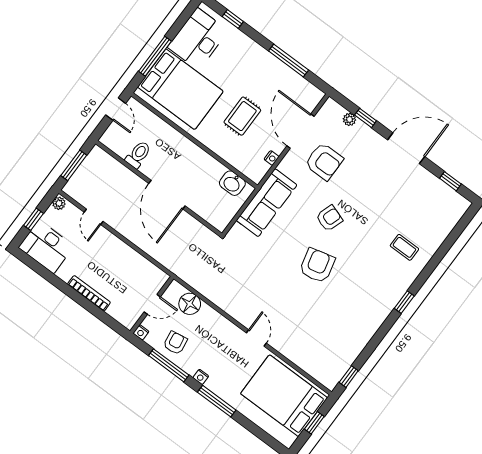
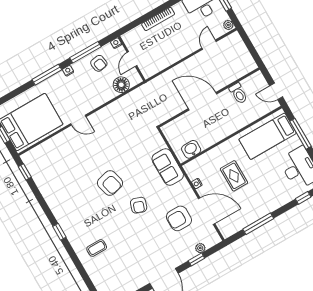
bed: (180, 89) -> (268, 136), width x0.67
window: (74, 165) -> (250, 46), removed
sofa: (267, 203) -> (168, 167), width x0.73
door: (94, 217) -> (209, 45), hinge flipped

